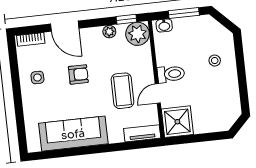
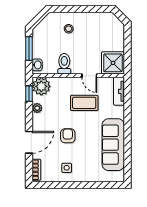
toilet: (171, 74) -> (64, 64), moved

